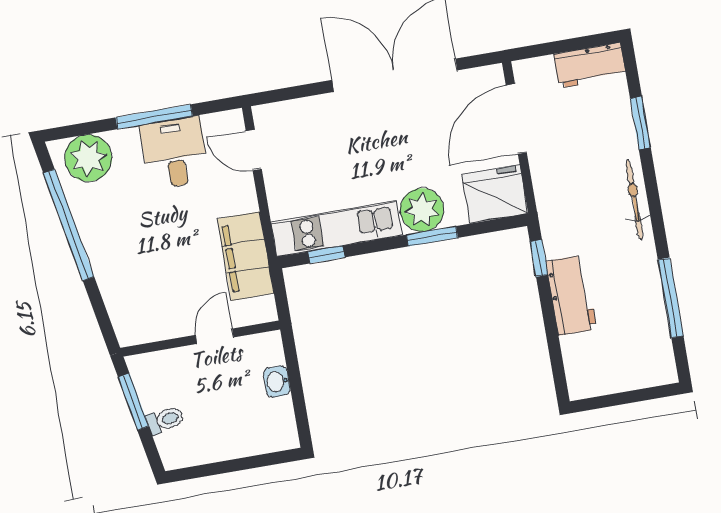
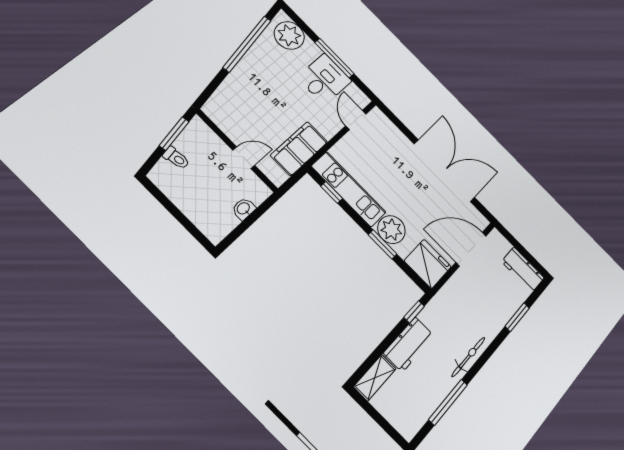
bicycle: (634, 200) -> (468, 357), moved
shelving: (578, 367) -> (375, 378), added

